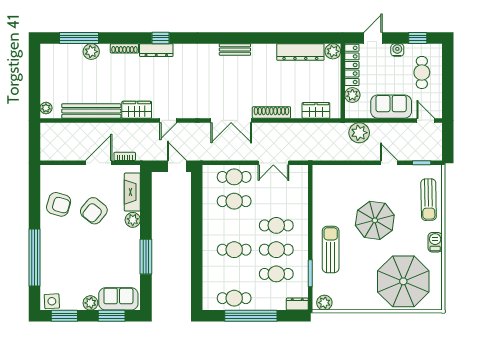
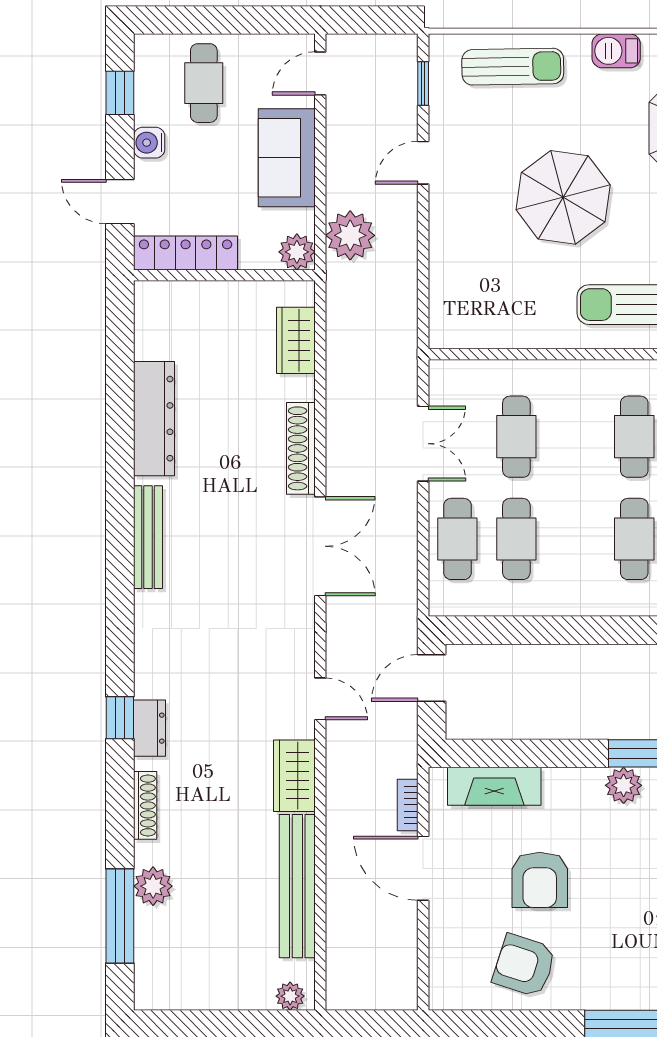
bench: (235, 49) -> (148, 537), width x1.36
dresser: (156, 50) -> (149, 728), width x0.70
plant: (333, 51) -> (152, 299), removed
dresser: (300, 52) -> (154, 419), moved
cafe table: (422, 72) -> (204, 83), turned 90
plant: (352, 95) -> (297, 252), moved
armchair: (59, 204) -> (524, 965), turned -88
armchair: (94, 211) -> (540, 880), turned 51
plant: (133, 220) -> (624, 785), moved
cafe table: (276, 225) -> (516, 437), moved

